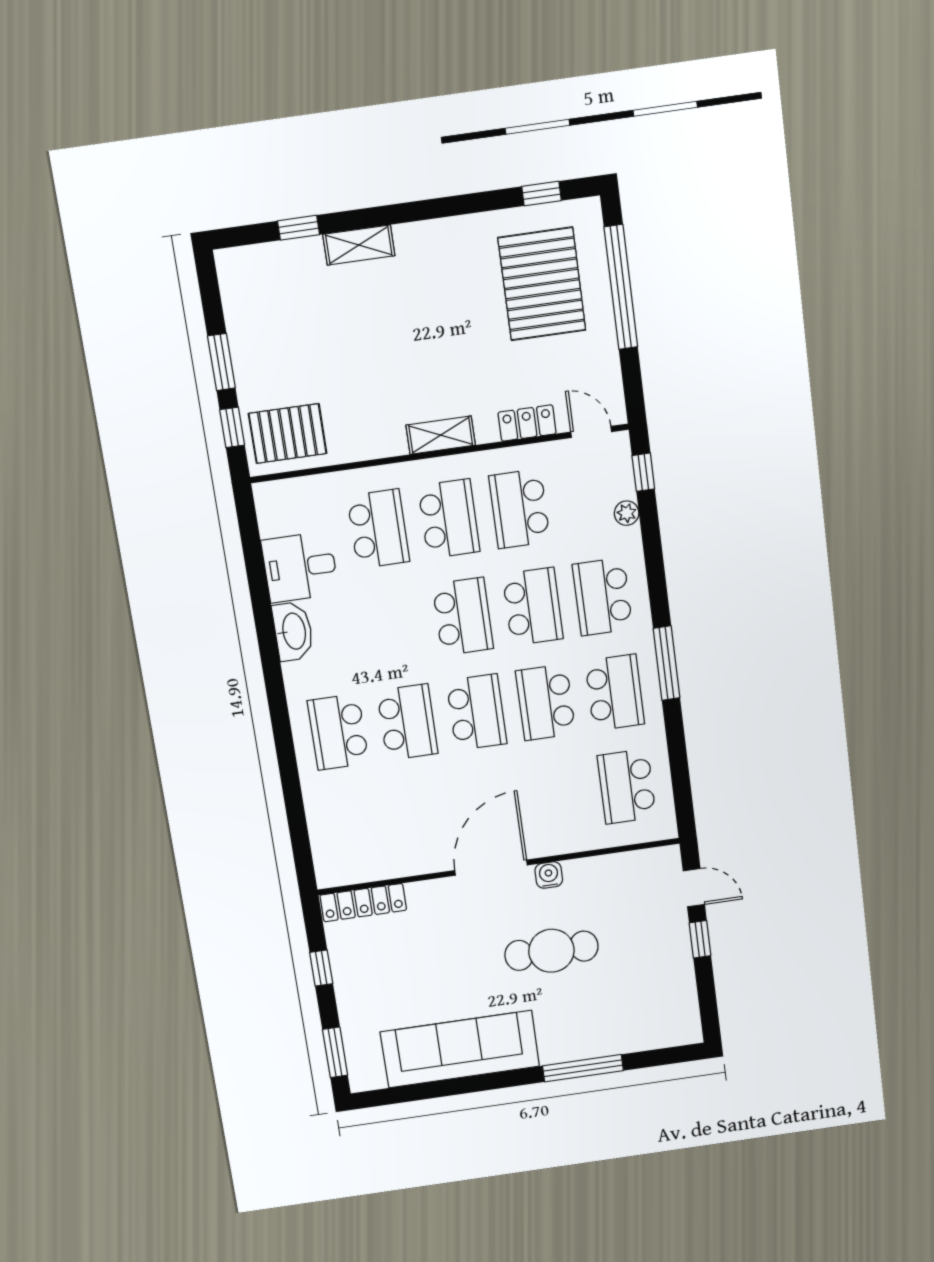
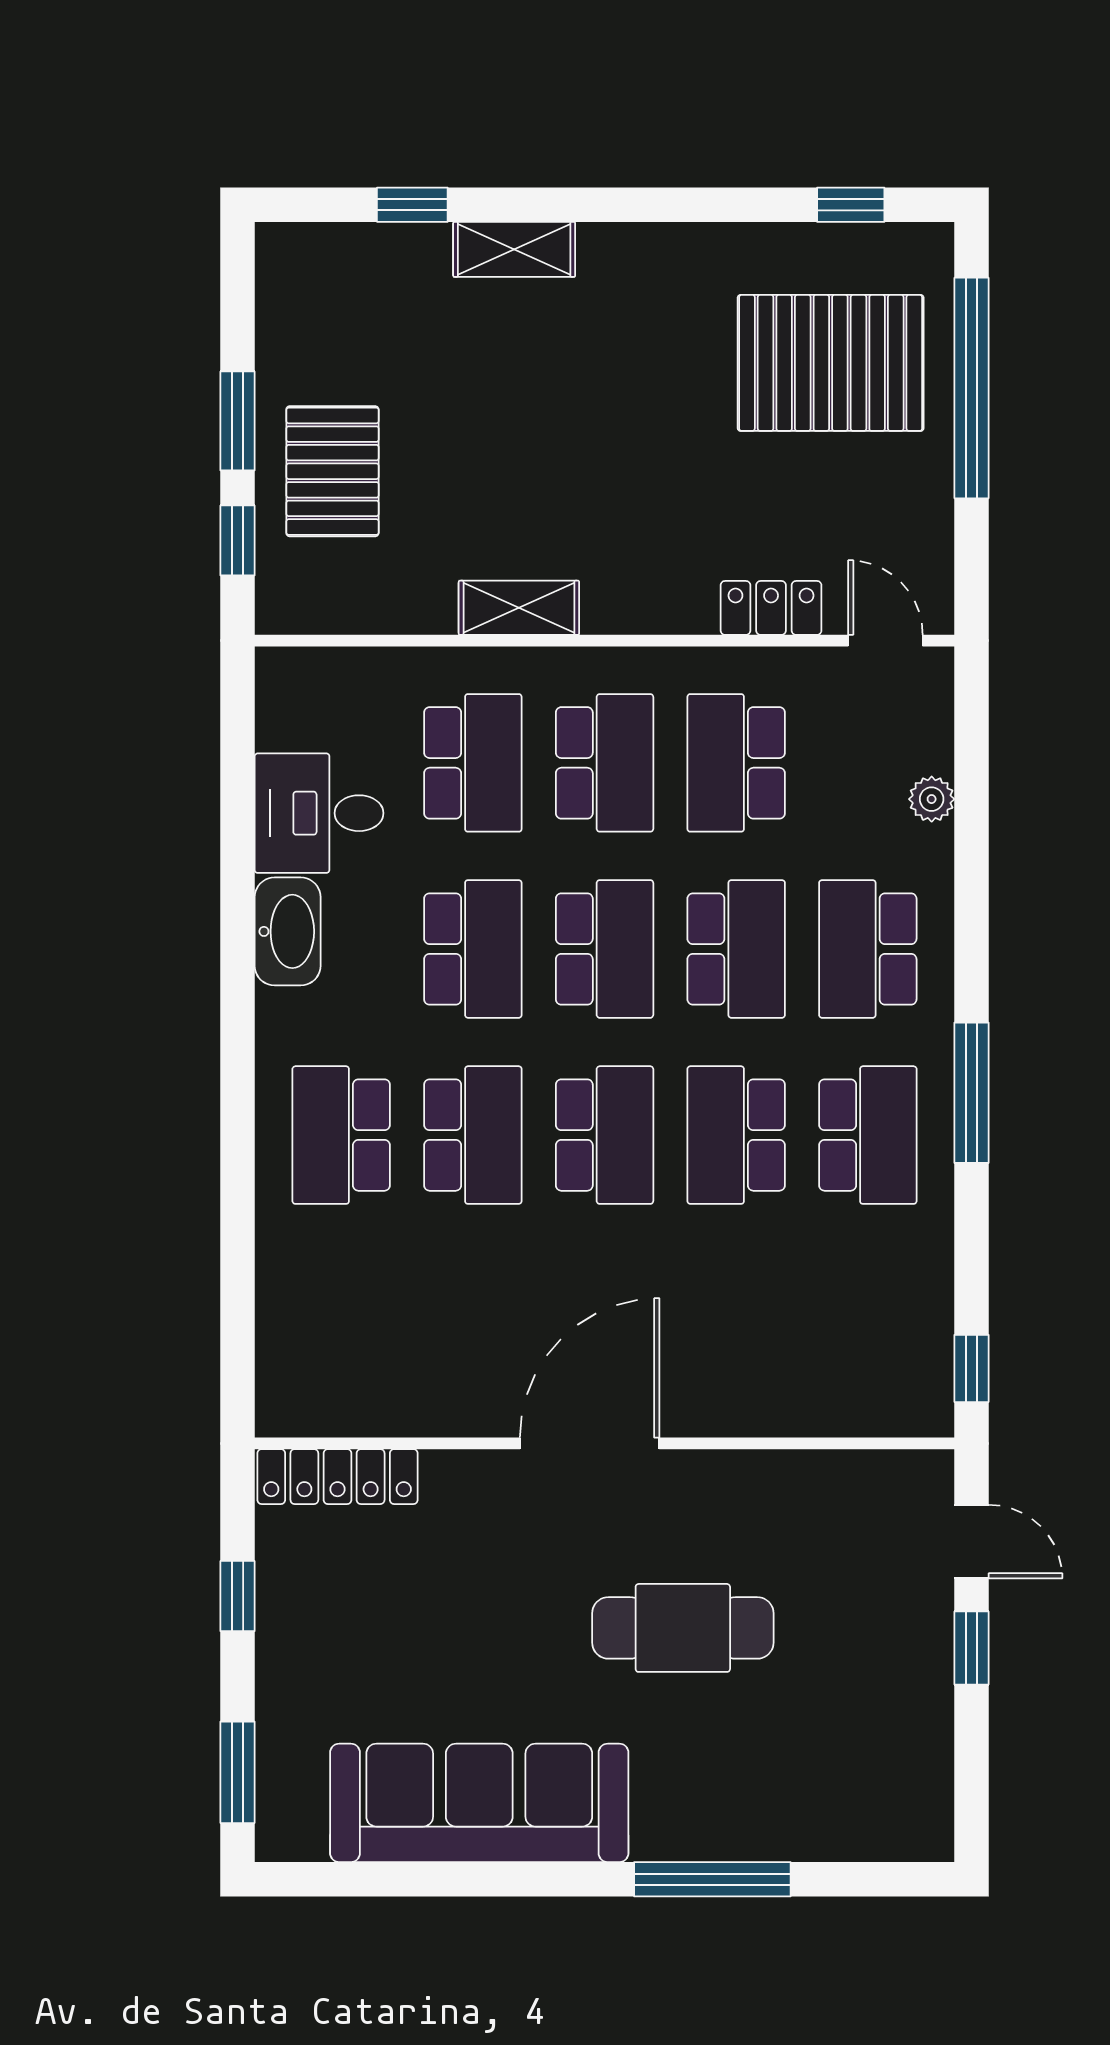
pallet: (542, 284) -> (831, 363), turned 90
pallet: (288, 433) -> (332, 471), moved, turned 90
shelving: (441, 435) -> (519, 608), moved
window: (643, 472) -> (972, 1368), moved
school desk: (627, 786) -> (473, 949), moved, turned 180
water cooler: (549, 875) -> (698, 1474), removed

